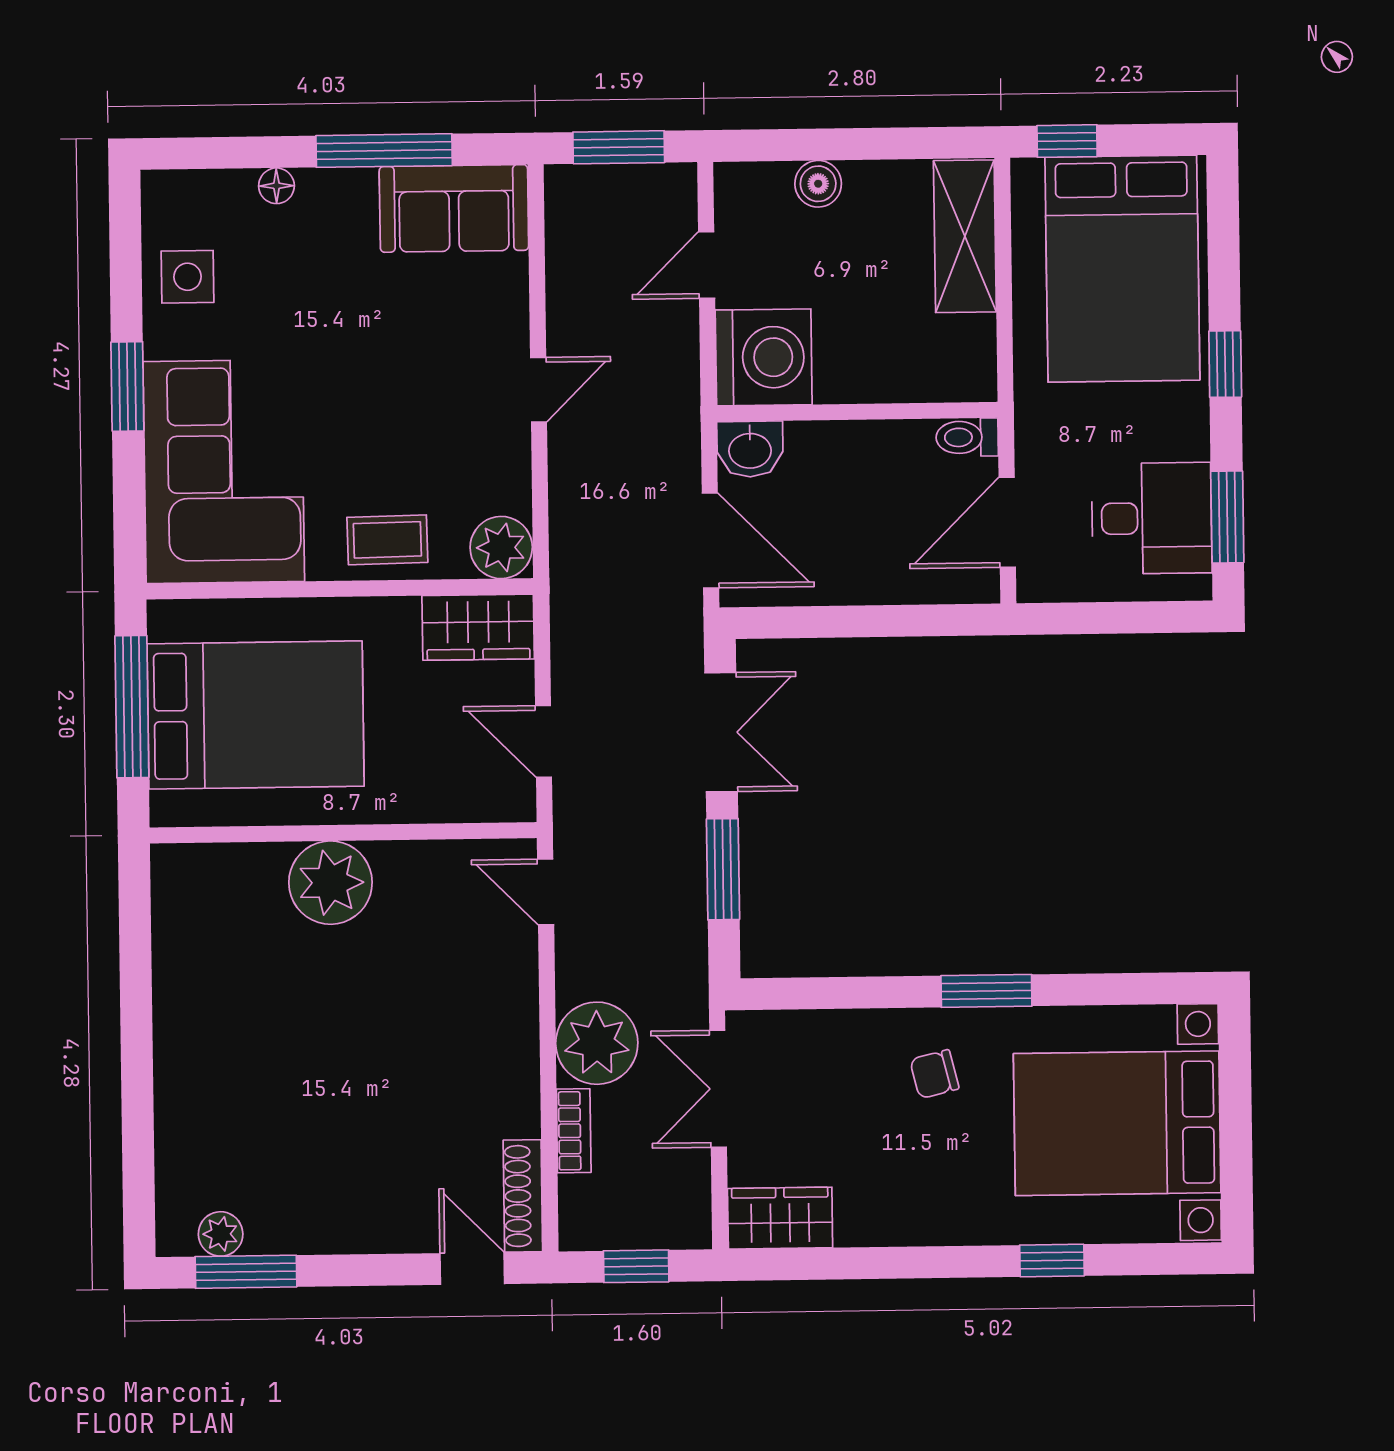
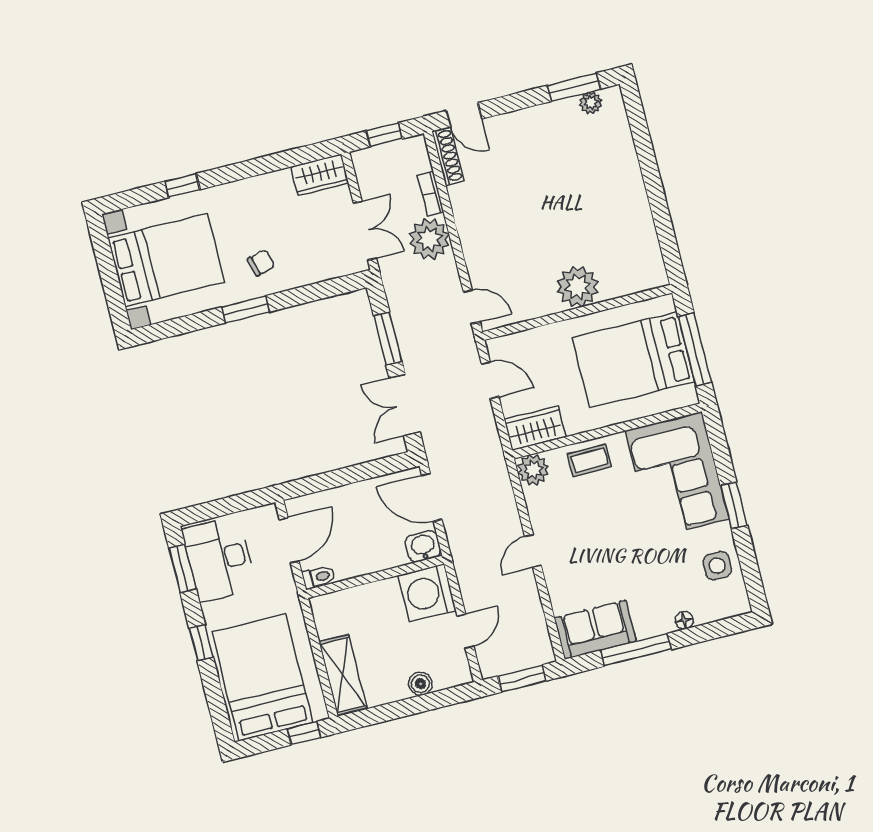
desk: (1152, 518) -> (219, 559), width x1.37

